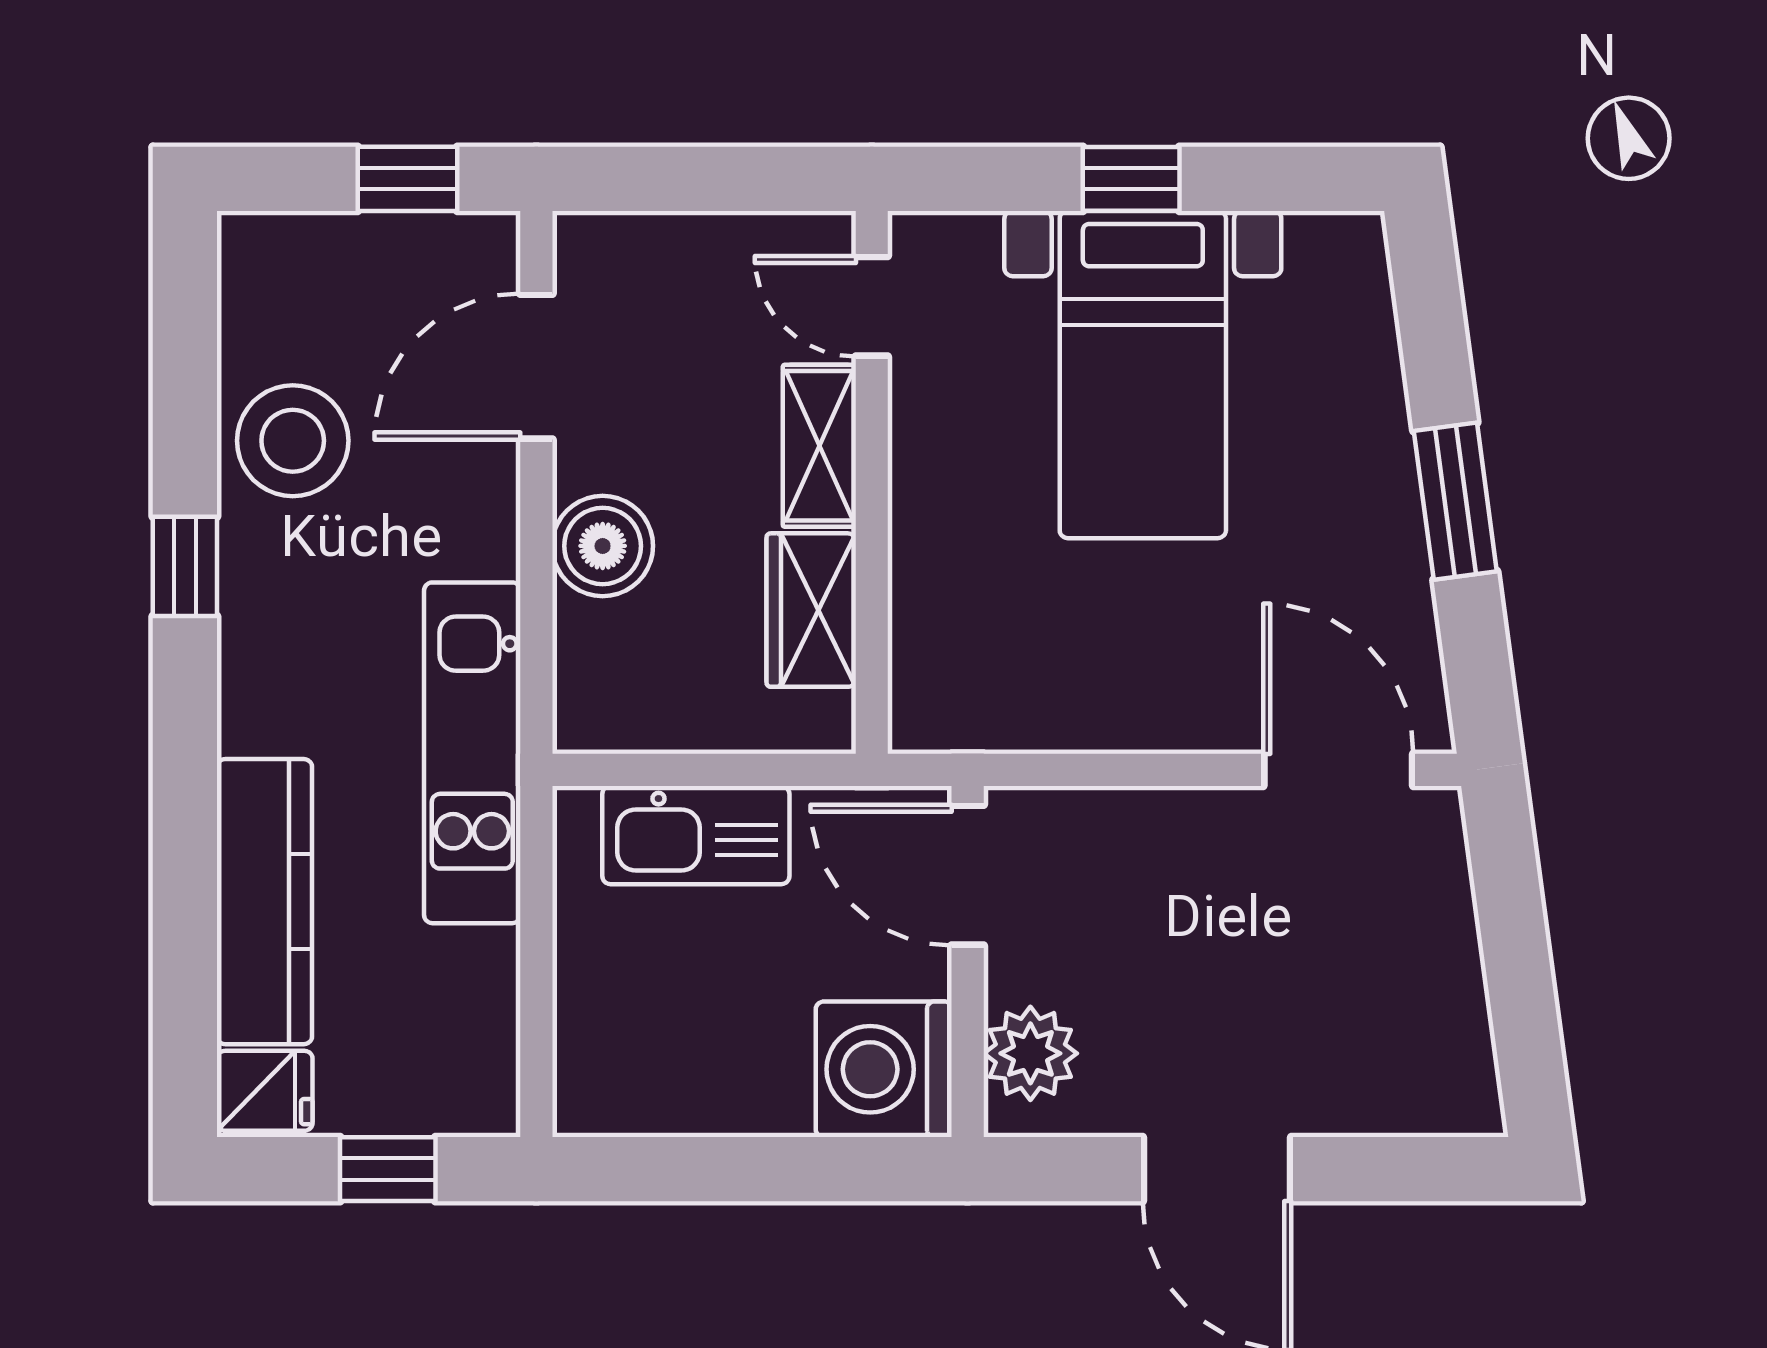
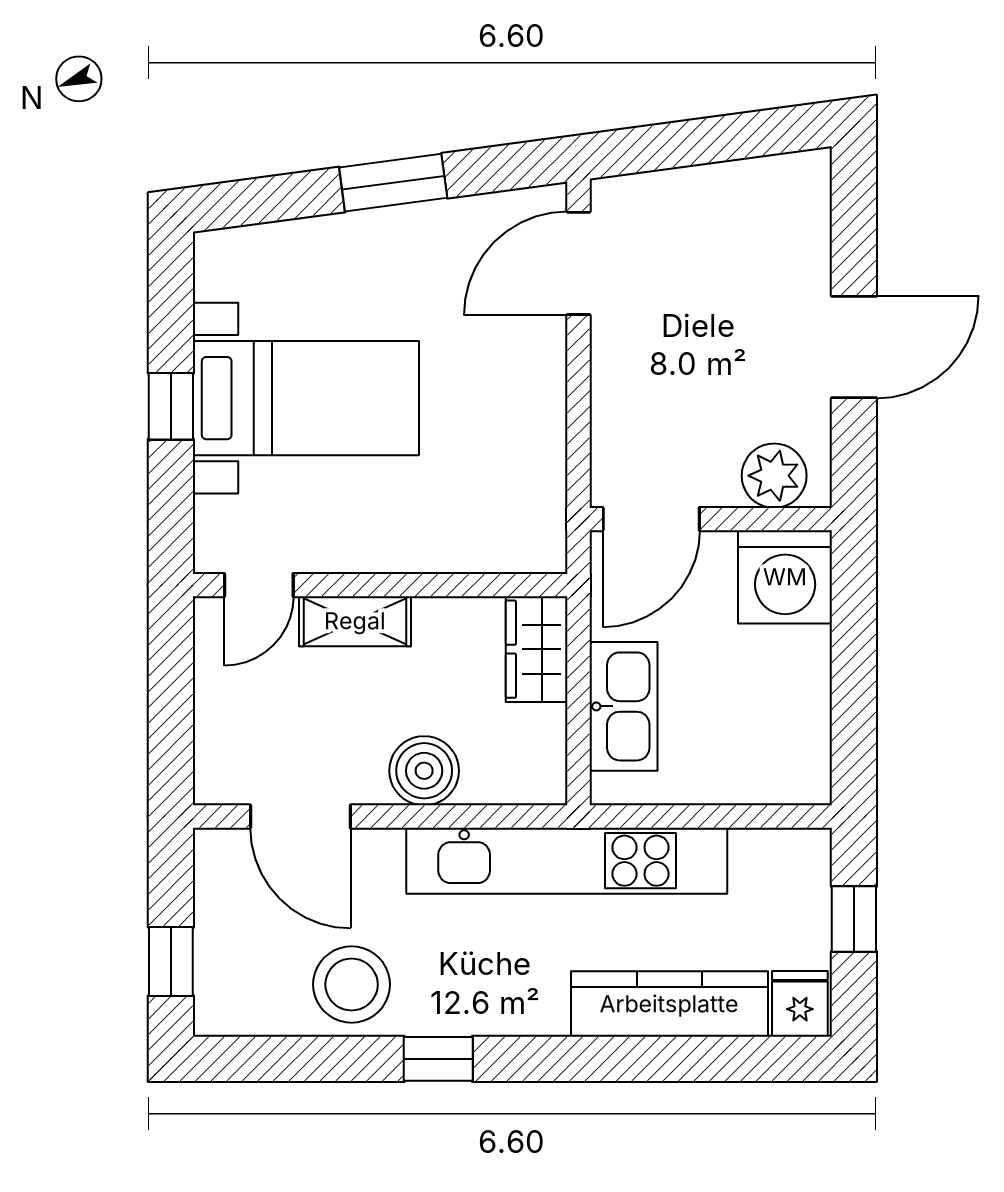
window: (407, 179) -> (171, 962), moved
wardrobe: (811, 610) -> (537, 649), moved, turned 90
kitchen unit: (472, 753) -> (567, 861), width x1.36

